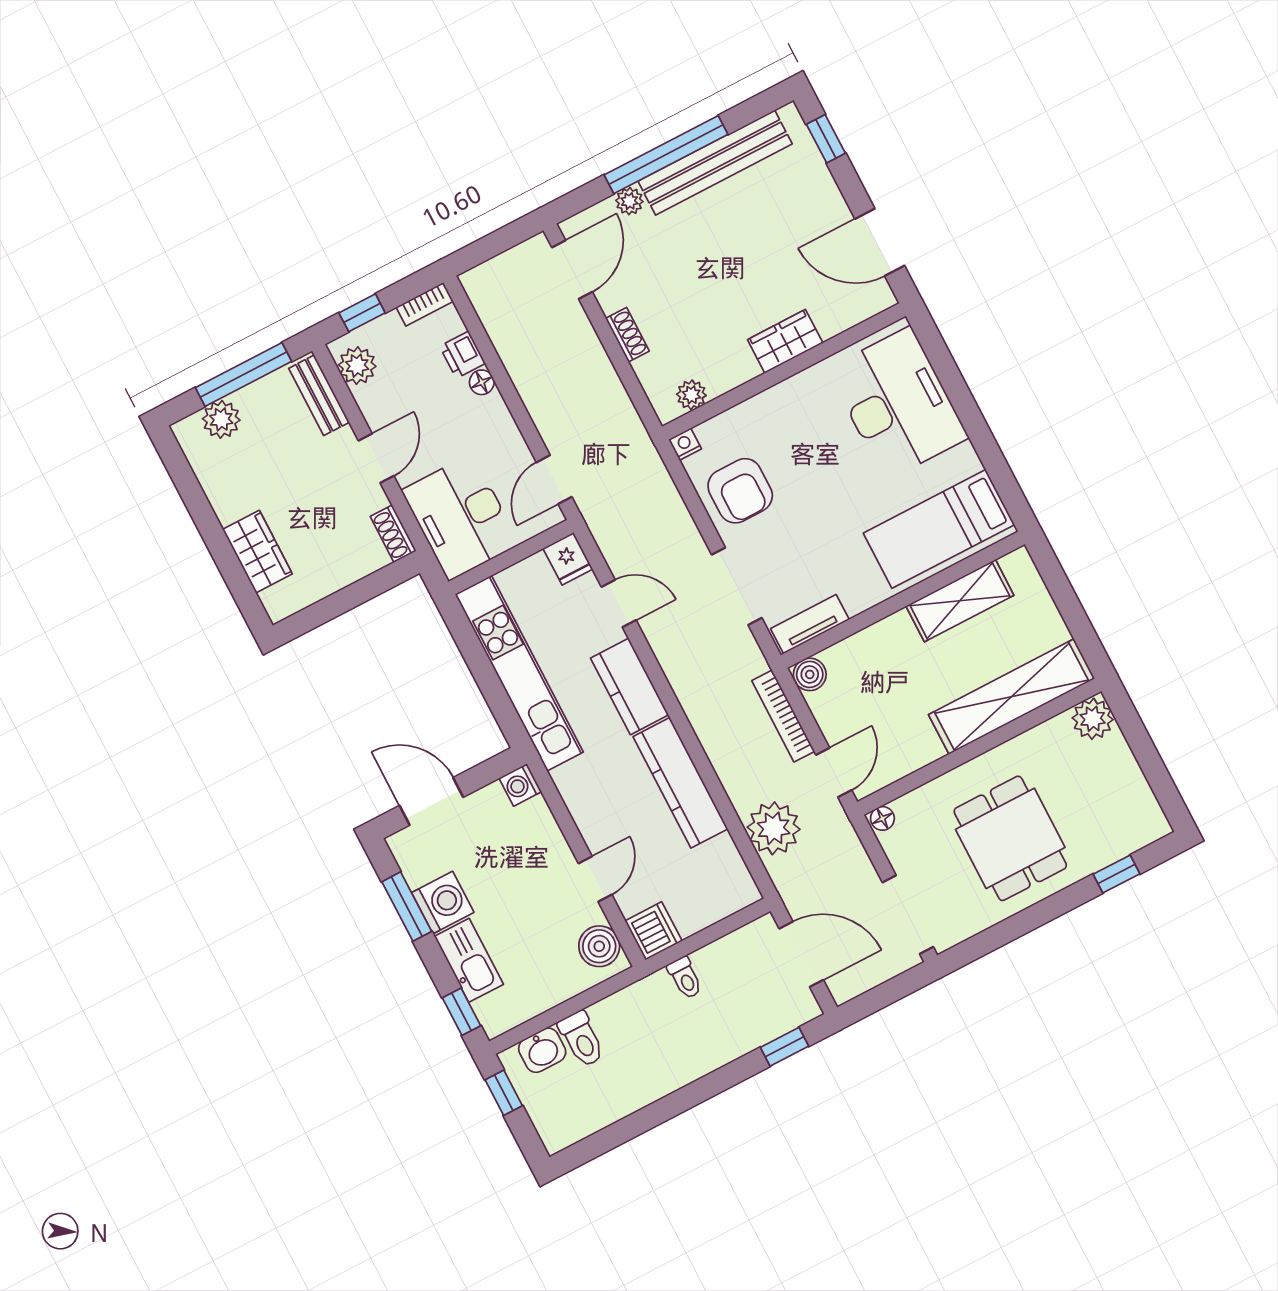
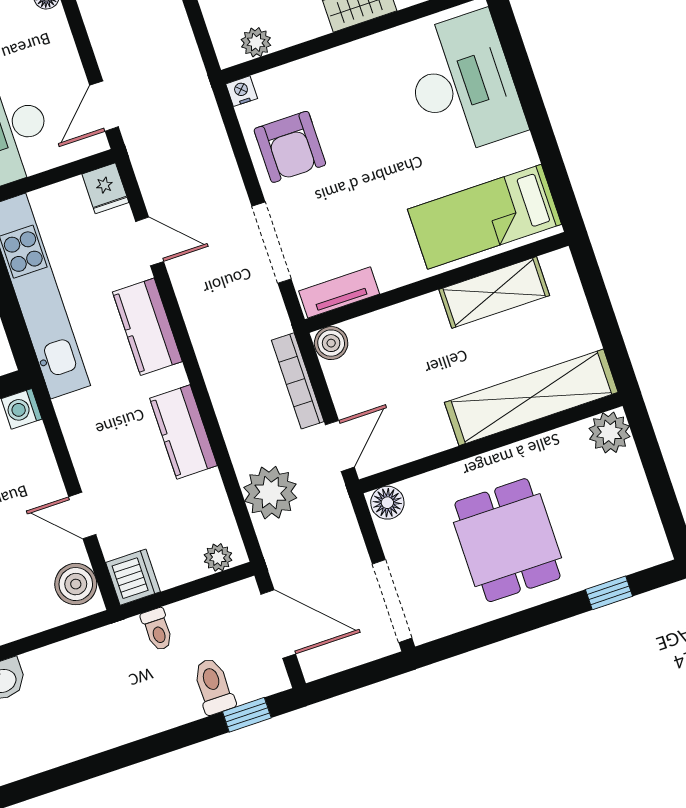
kitchen counter: (680, 783) -> (184, 432), width x0.67
floor lamp: (882, 818) -> (387, 503), width x1.37, depth x1.37
door: (595, 879) -> (82, 516), swing flipped
plant: (733, 899) -> (218, 557), added
toilet: (582, 1039) -> (213, 686), moved, turned 180

